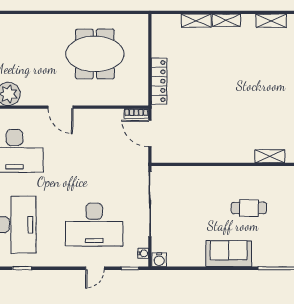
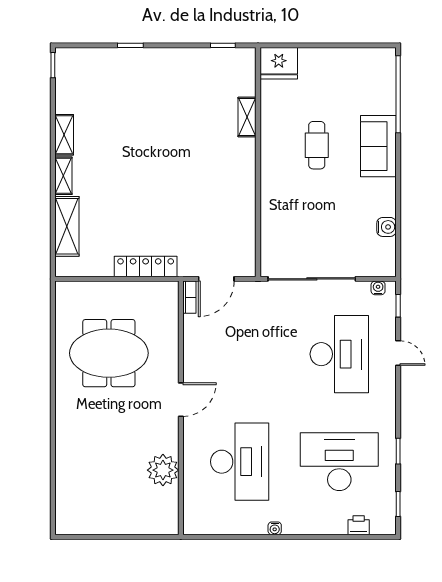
shelving: (196, 21) -> (67, 226), width x1.50, depth x1.33
shelving: (271, 21) -> (64, 135), moved
meeting table: (95, 54) -> (109, 353), turned 90
sofa: (229, 254) -> (378, 146), moved
water cooler: (159, 260) -> (387, 227), moved

